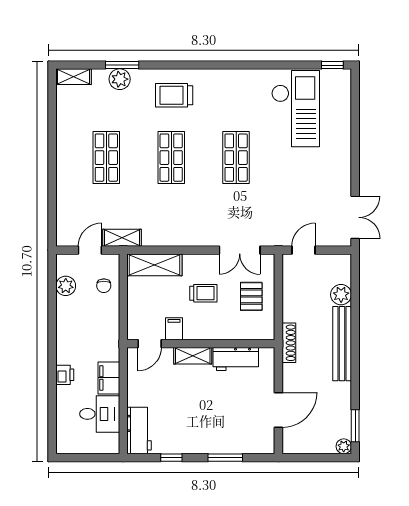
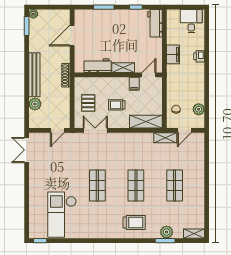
desk: (100, 414) -> (191, 21), moved, turned 90

